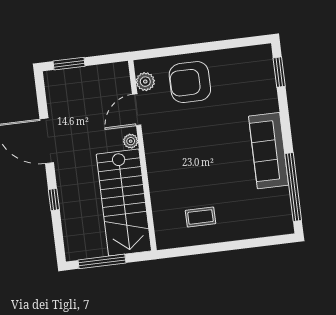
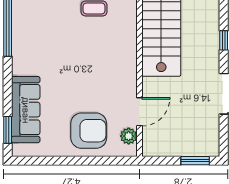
plant: (131, 141) -> (148, 84), removed
sofa: (269, 151) -> (26, 110), moved

